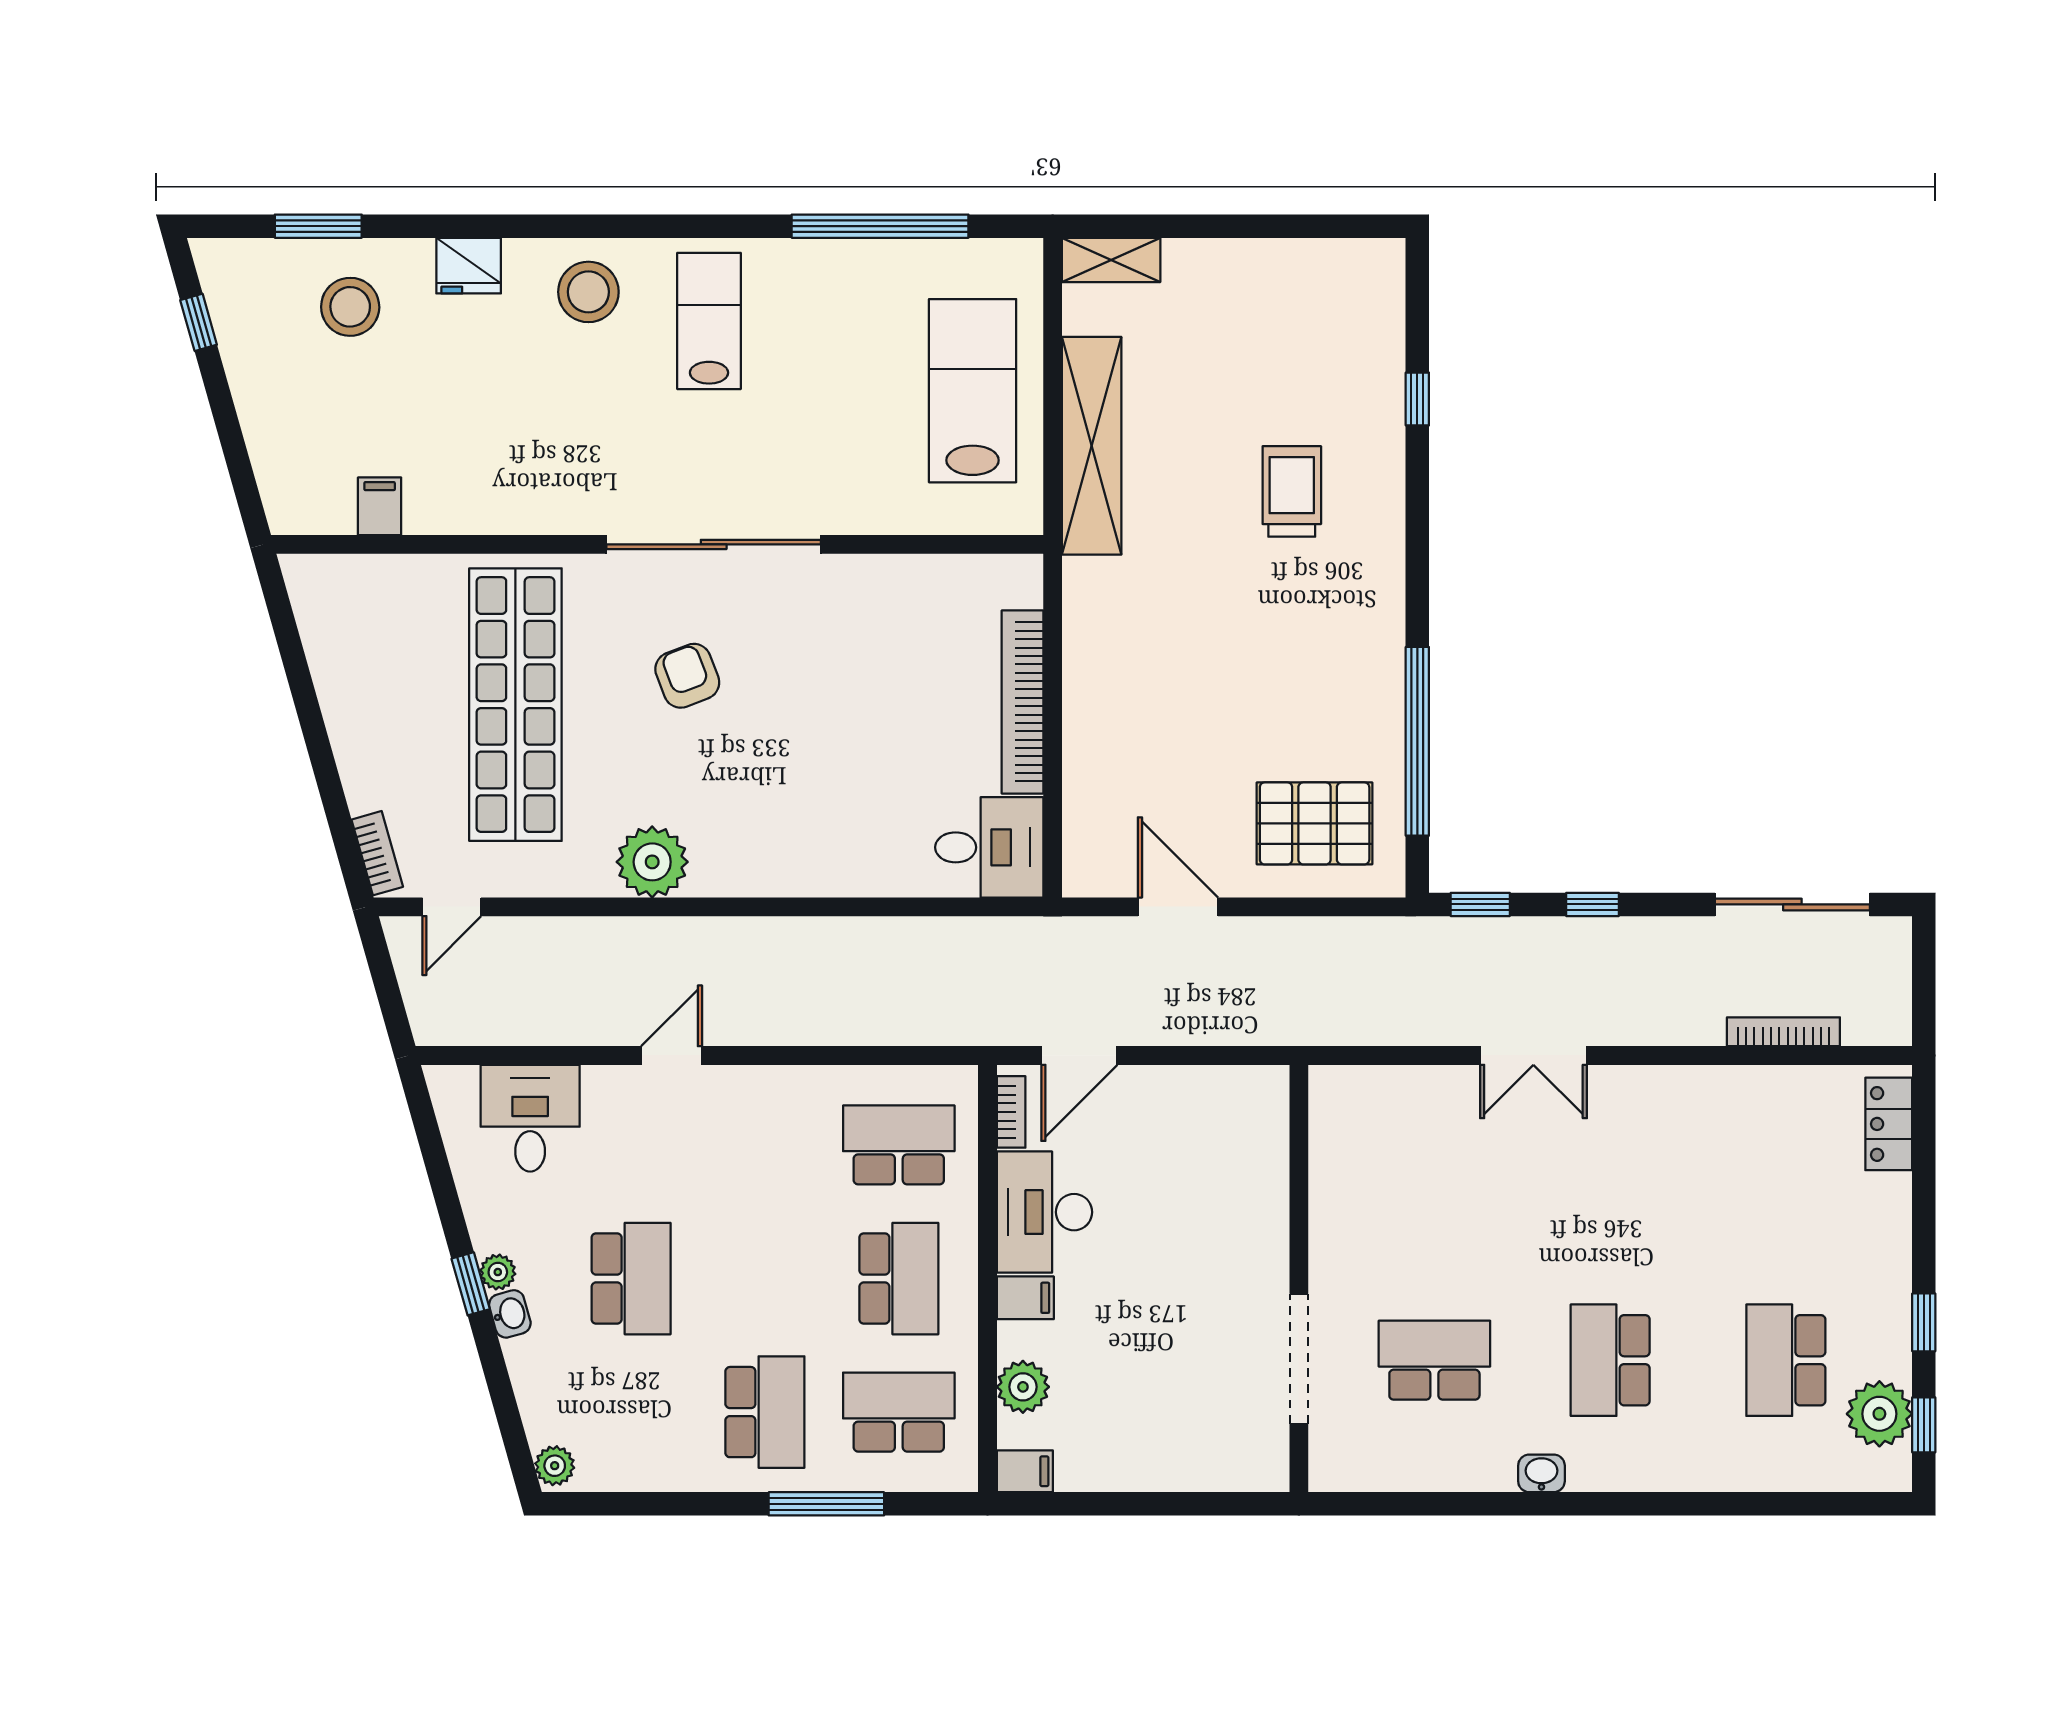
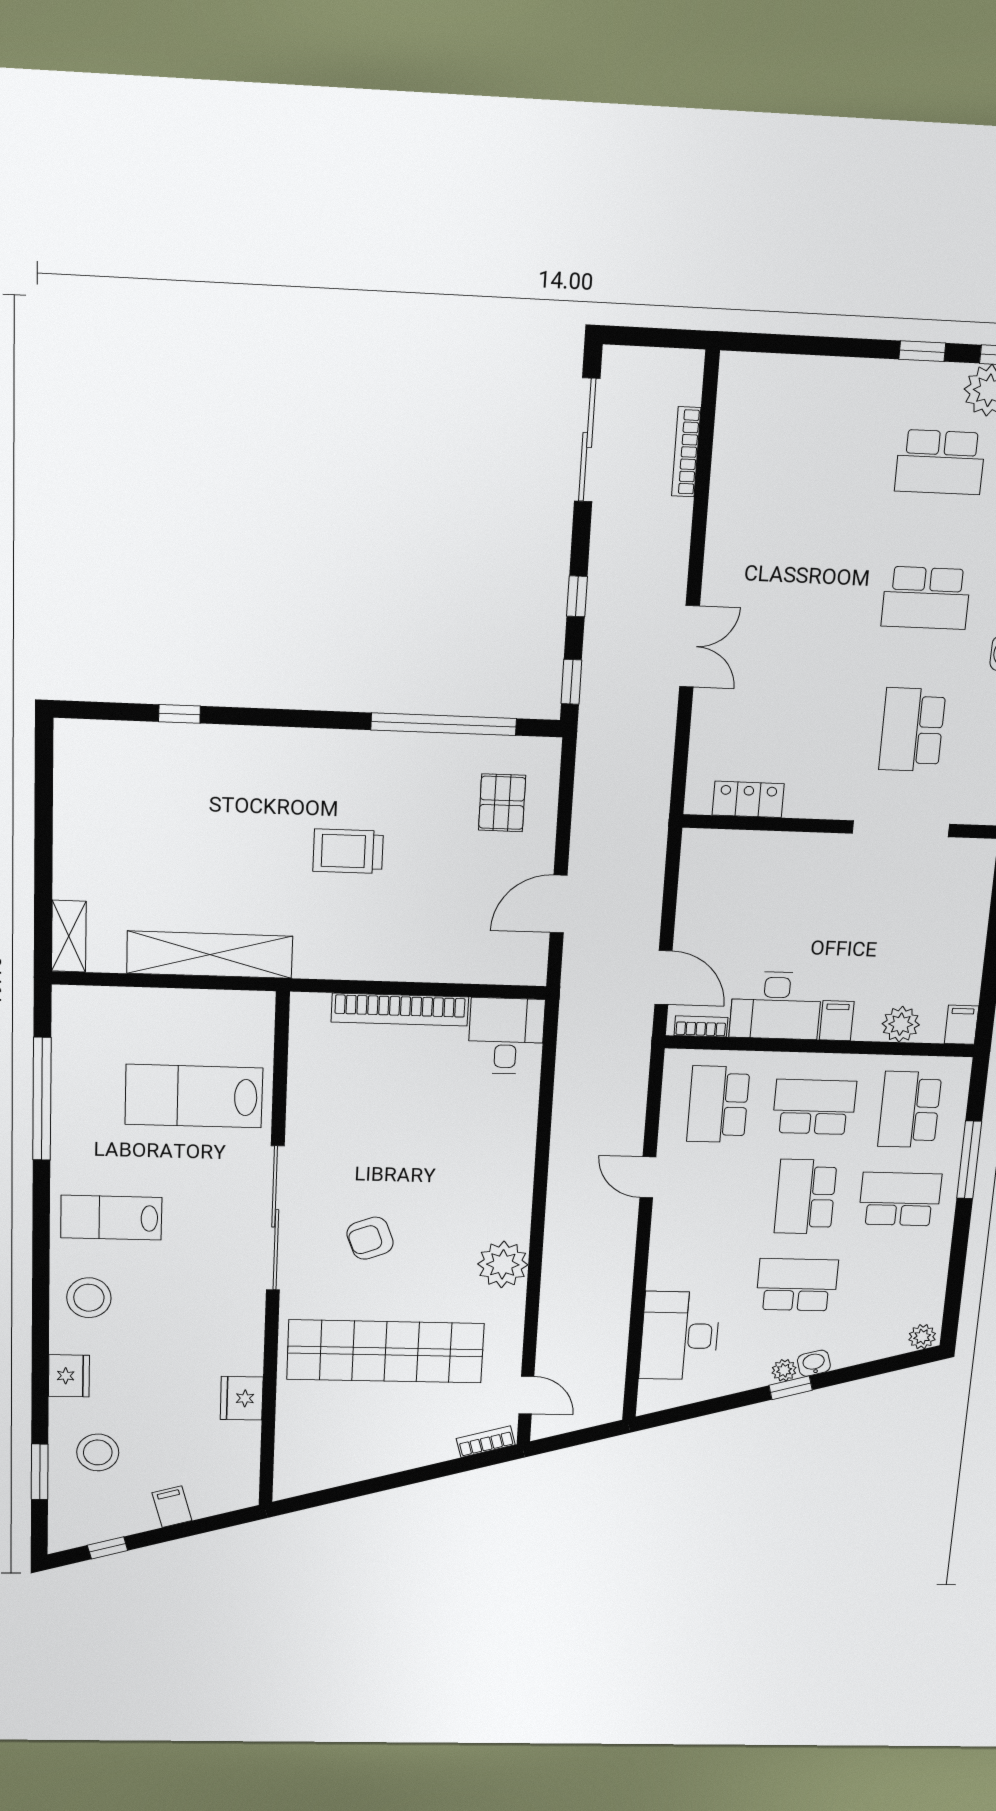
lab bench: (973, 391) -> (194, 1096), moved
trolley: (1292, 491) -> (348, 851), moved
filing cabinet: (380, 506) -> (172, 1507), moved, turned 74
fridge: (439, 506) -> (242, 1398), added
pallet: (1315, 823) -> (502, 803), width x0.67, depth x0.71
door: (672, 1055) -> (648, 1177), moved
desk: (530, 1118) -> (680, 1336), width x1.37
locker: (1889, 1124) -> (748, 799), moved, turned 180
school desk: (765, 1279) -> (805, 1197), added

